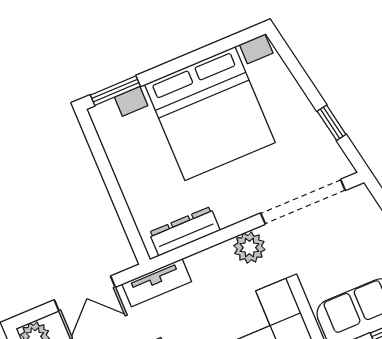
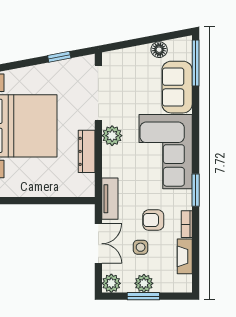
dresser: (185, 231) -> (87, 151), moved

